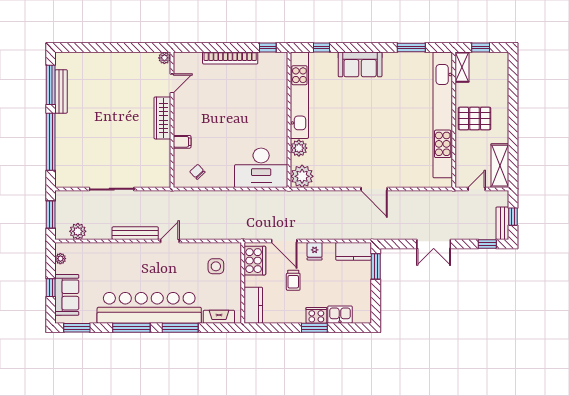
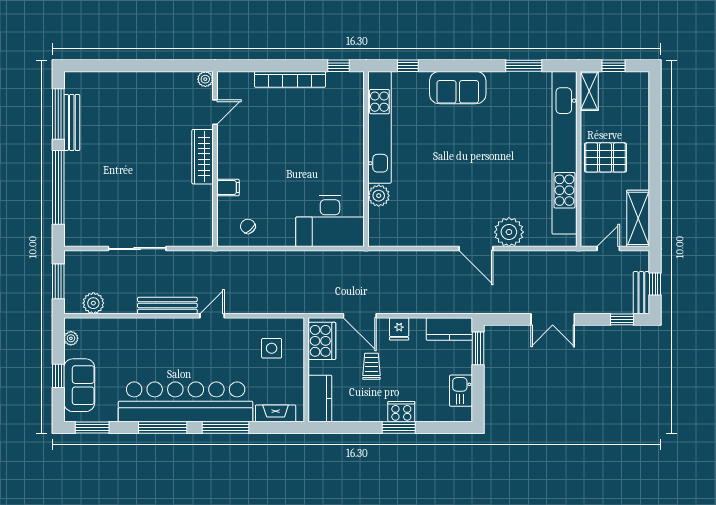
plant: (302, 176) -> (509, 232), moved
trolley: (293, 280) -> (371, 366), turned 180
kitchen sink: (340, 315) -> (461, 391), moved, turned -90

